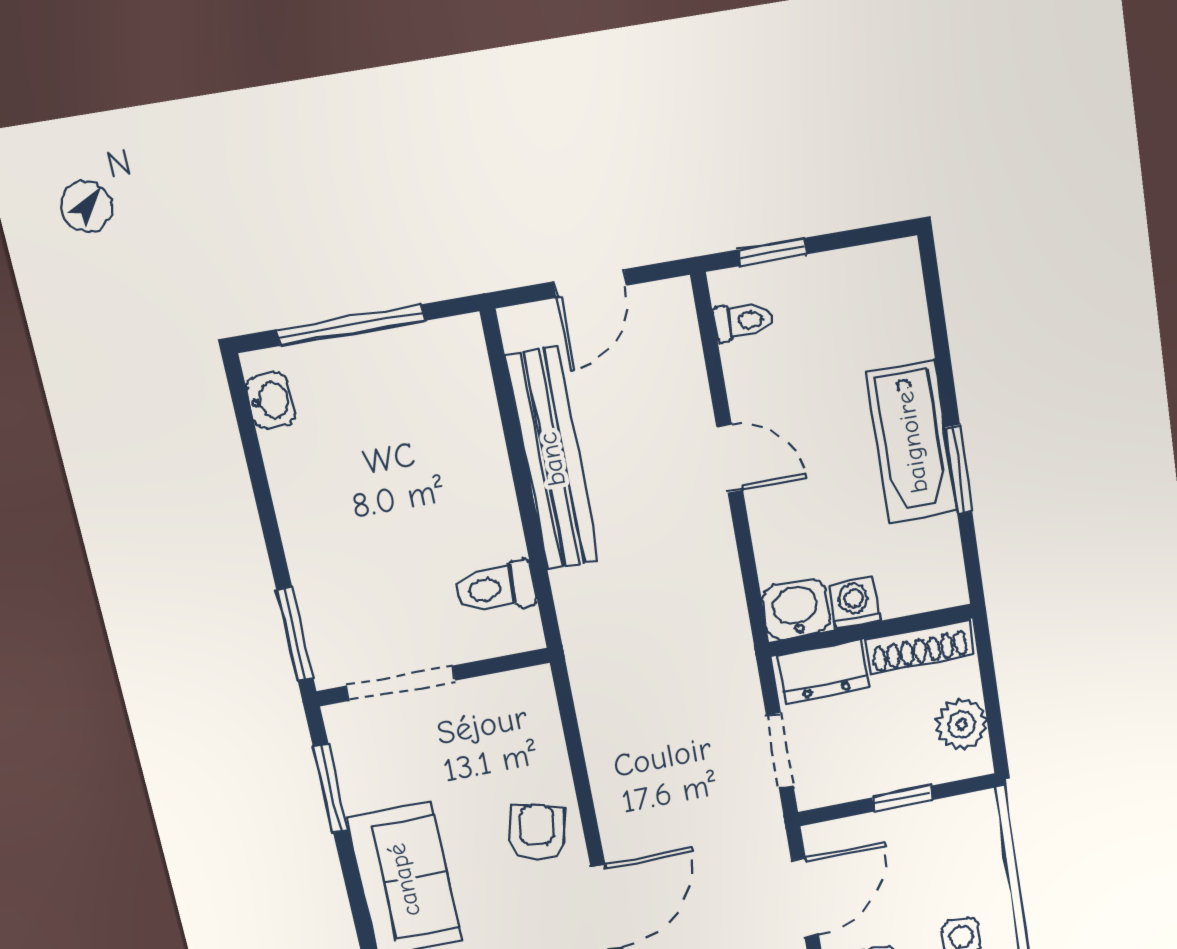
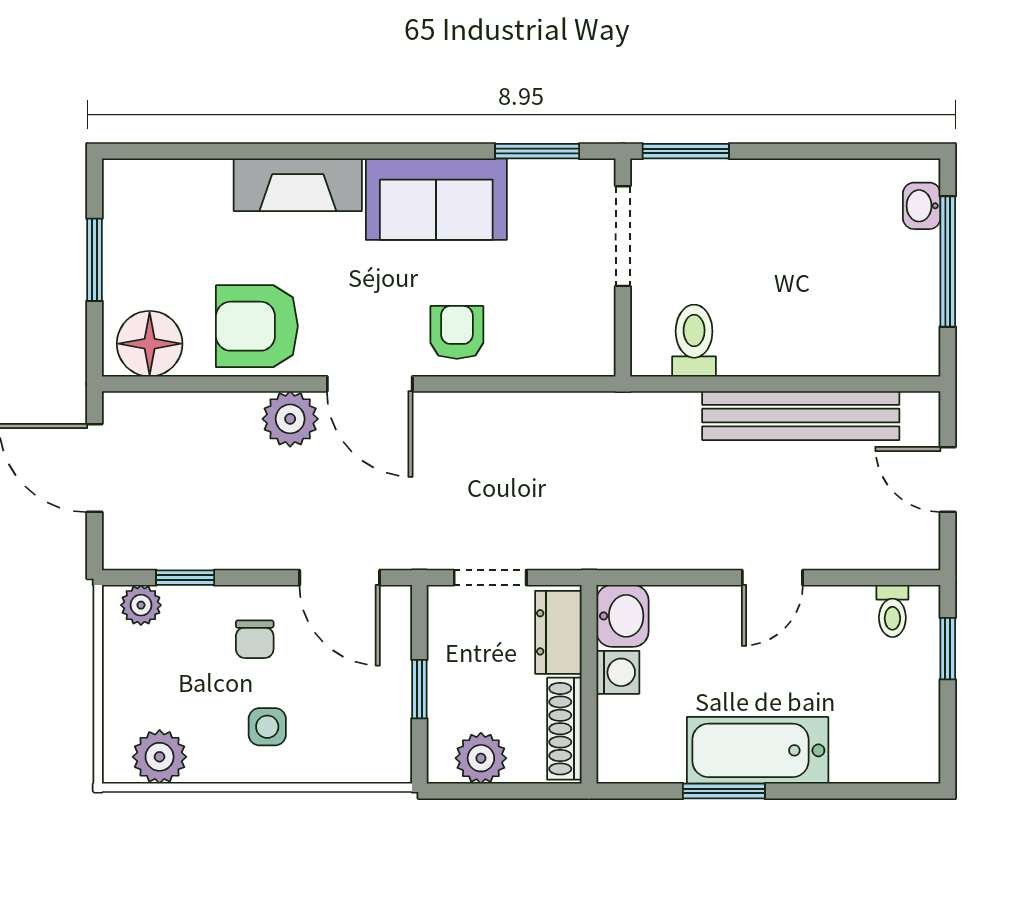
washbasin: (271, 401) -> (922, 206), moved, turned 90
armchair: (537, 832) -> (457, 332), turned -103

